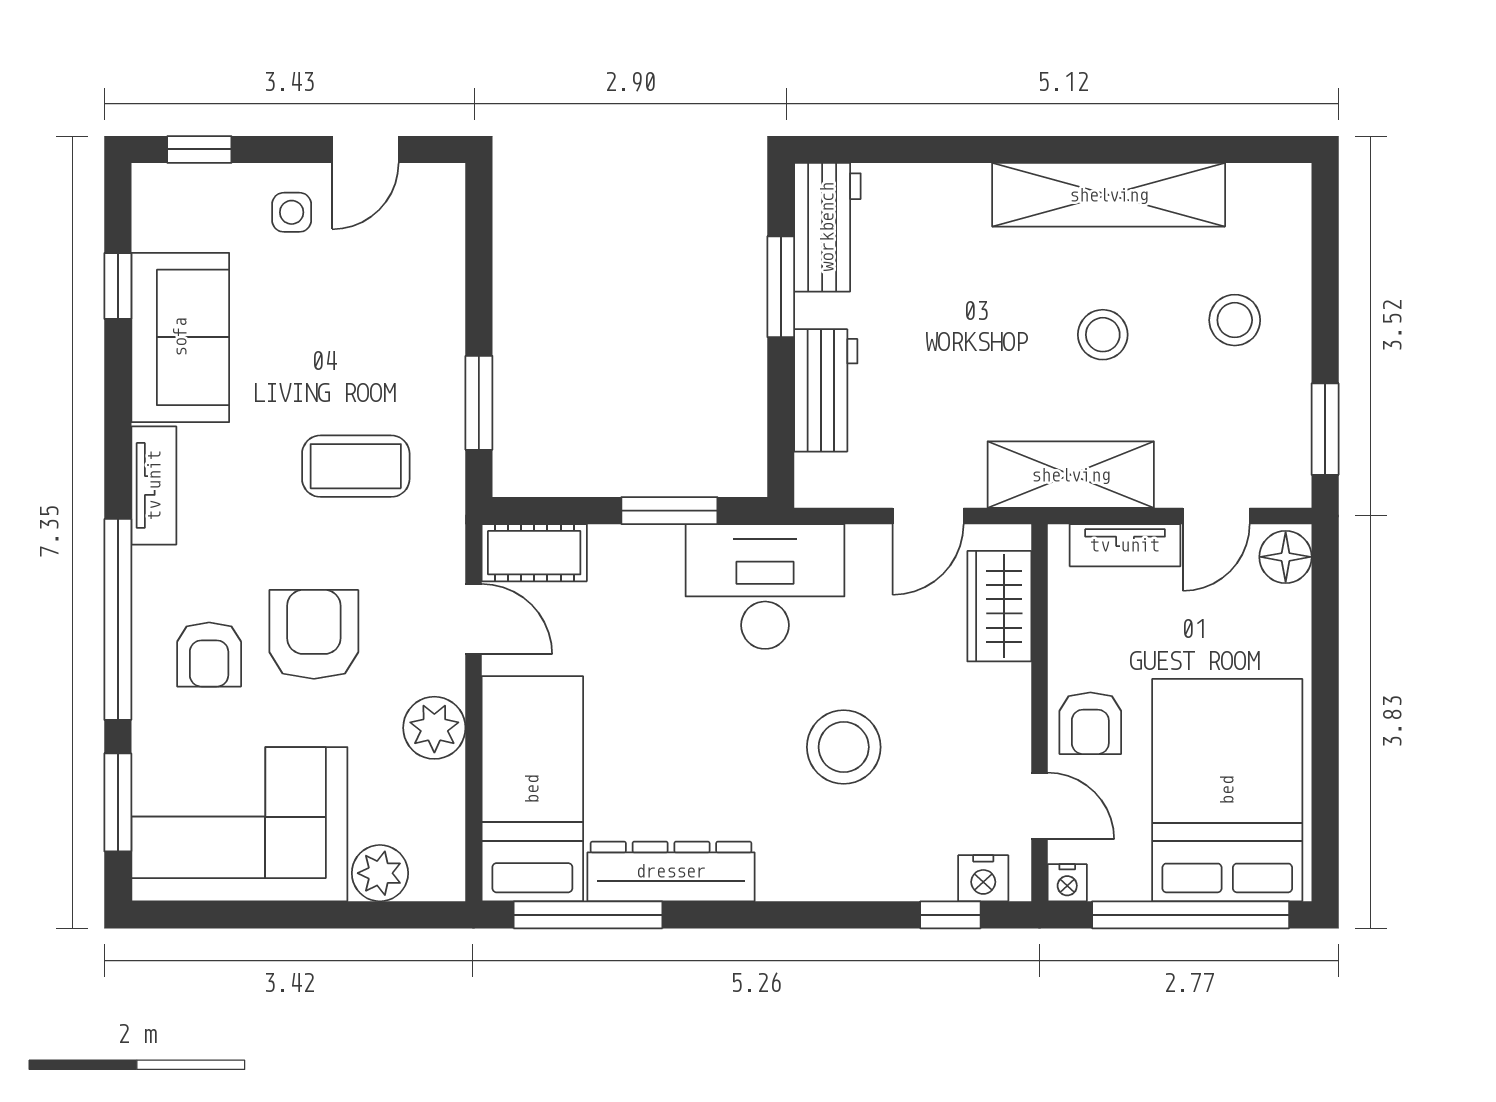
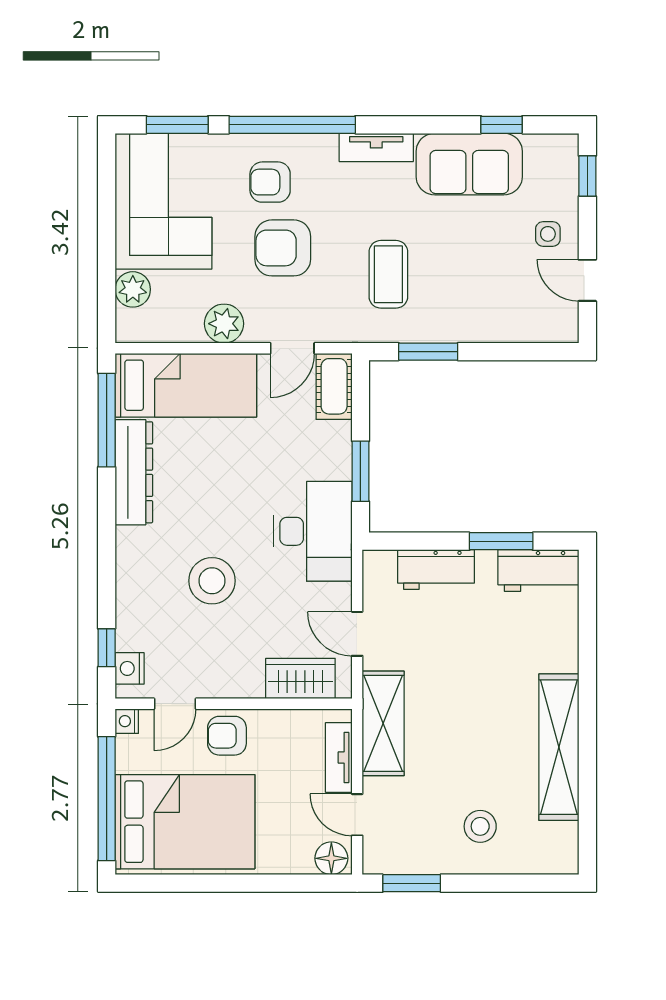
stool: (1103, 335) -> (471, 743), removed
armchair: (314, 634) -> (283, 248), turned 180

